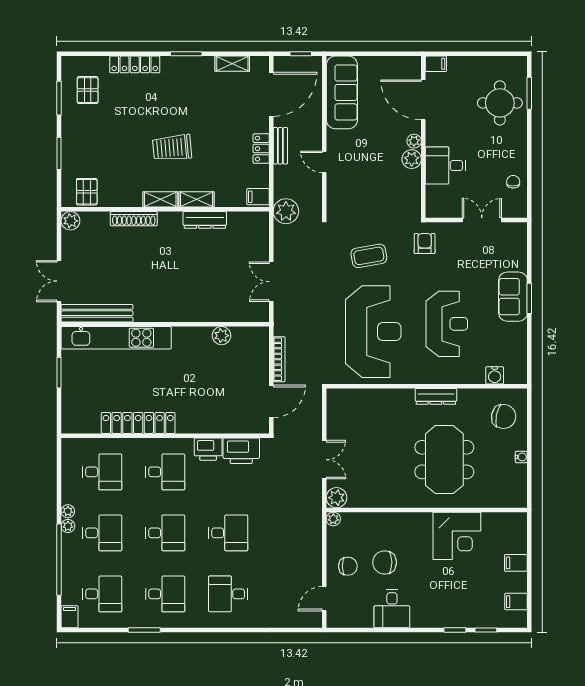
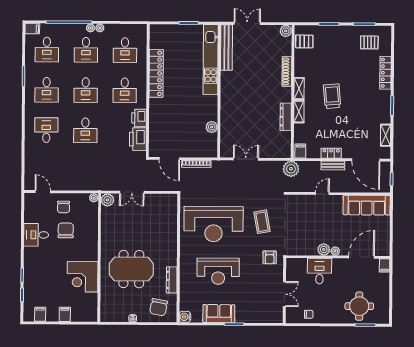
armchair: (425, 244) -> (270, 257), turned 90
sofa: (513, 297) -> (219, 314), moved
water cooler: (495, 375) -> (185, 317), moved
dresser: (436, 396) -> (172, 280), moved

